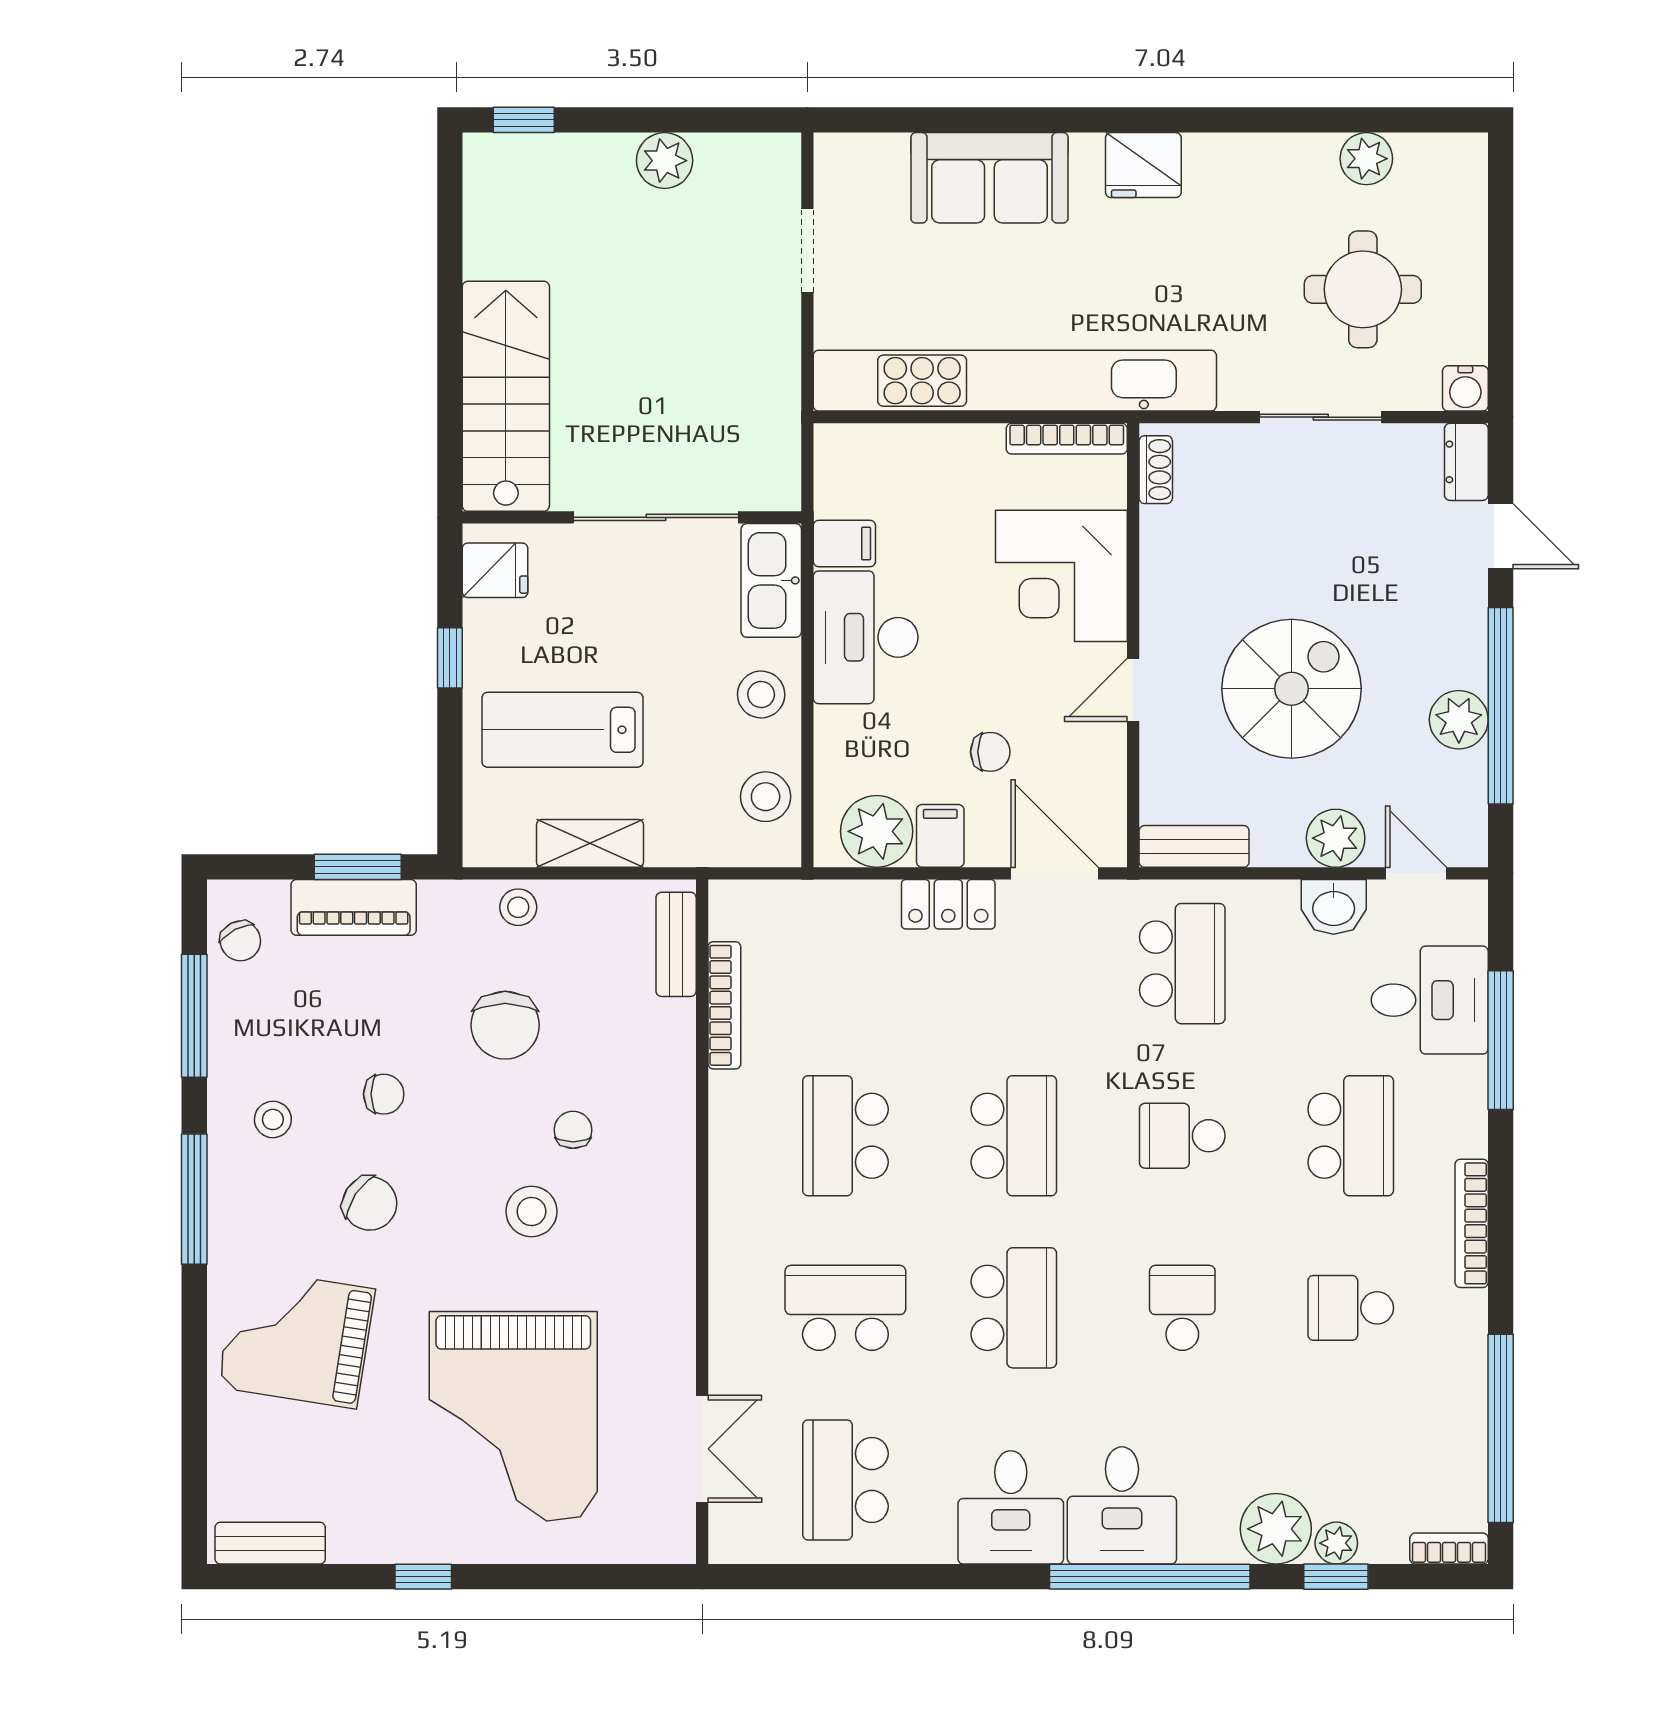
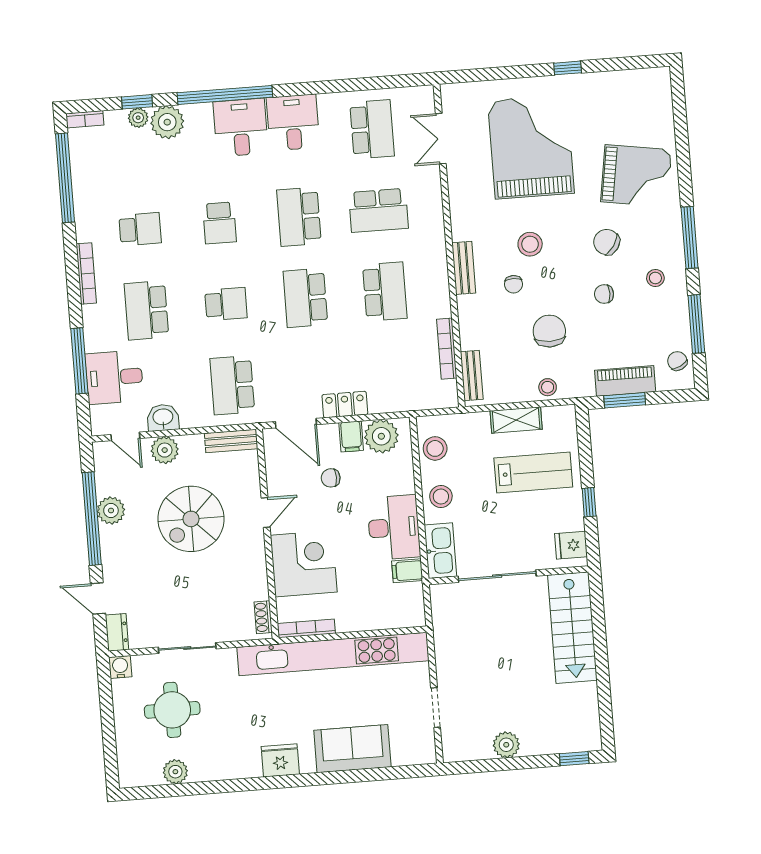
bench: (270, 1543) -> (464, 268), moved, turned 90

